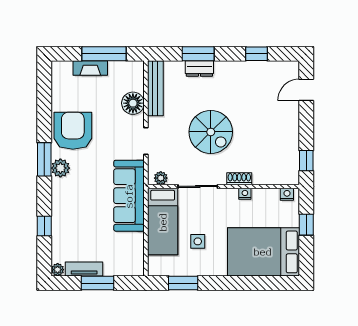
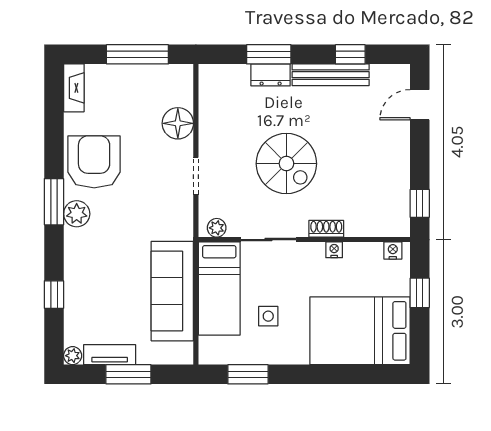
fireplace: (90, 68) -> (74, 88), moved, turned -90
bench: (155, 88) -> (331, 75), moved, turned 90
sofa: (129, 196) -> (172, 291), moved

